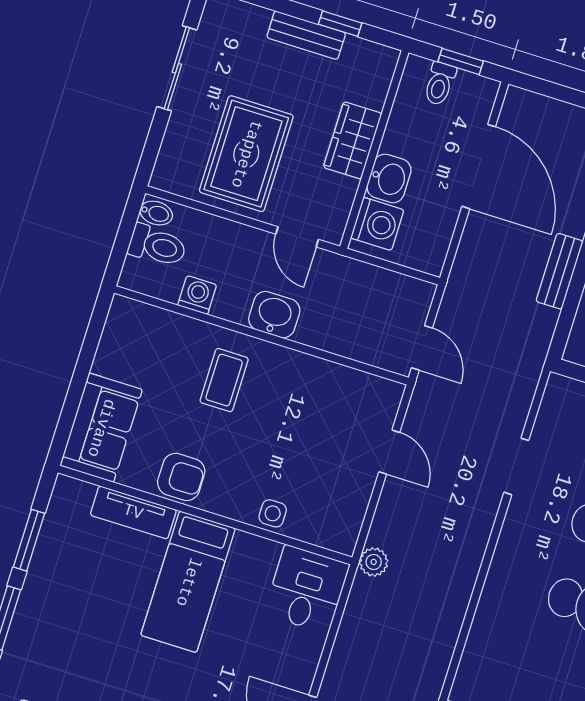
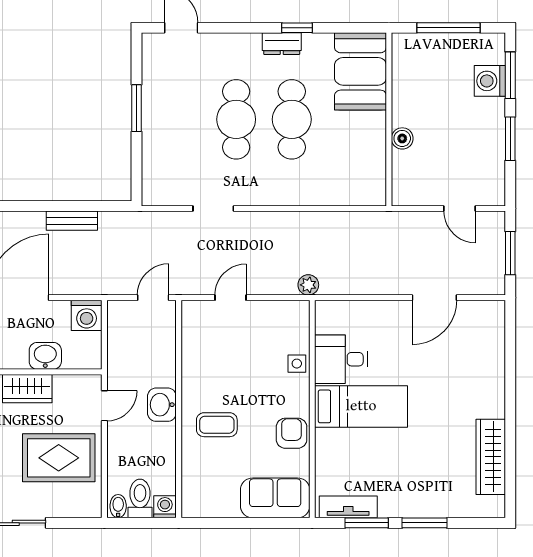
washing machine: (377, 224) -> (87, 315), moved, turned 180
washing machine: (197, 295) -> (165, 507), moved, turned 90
tv unit: (133, 512) -> (348, 507), moved, turned -90
desk: (307, 589) -> (341, 359), moved

